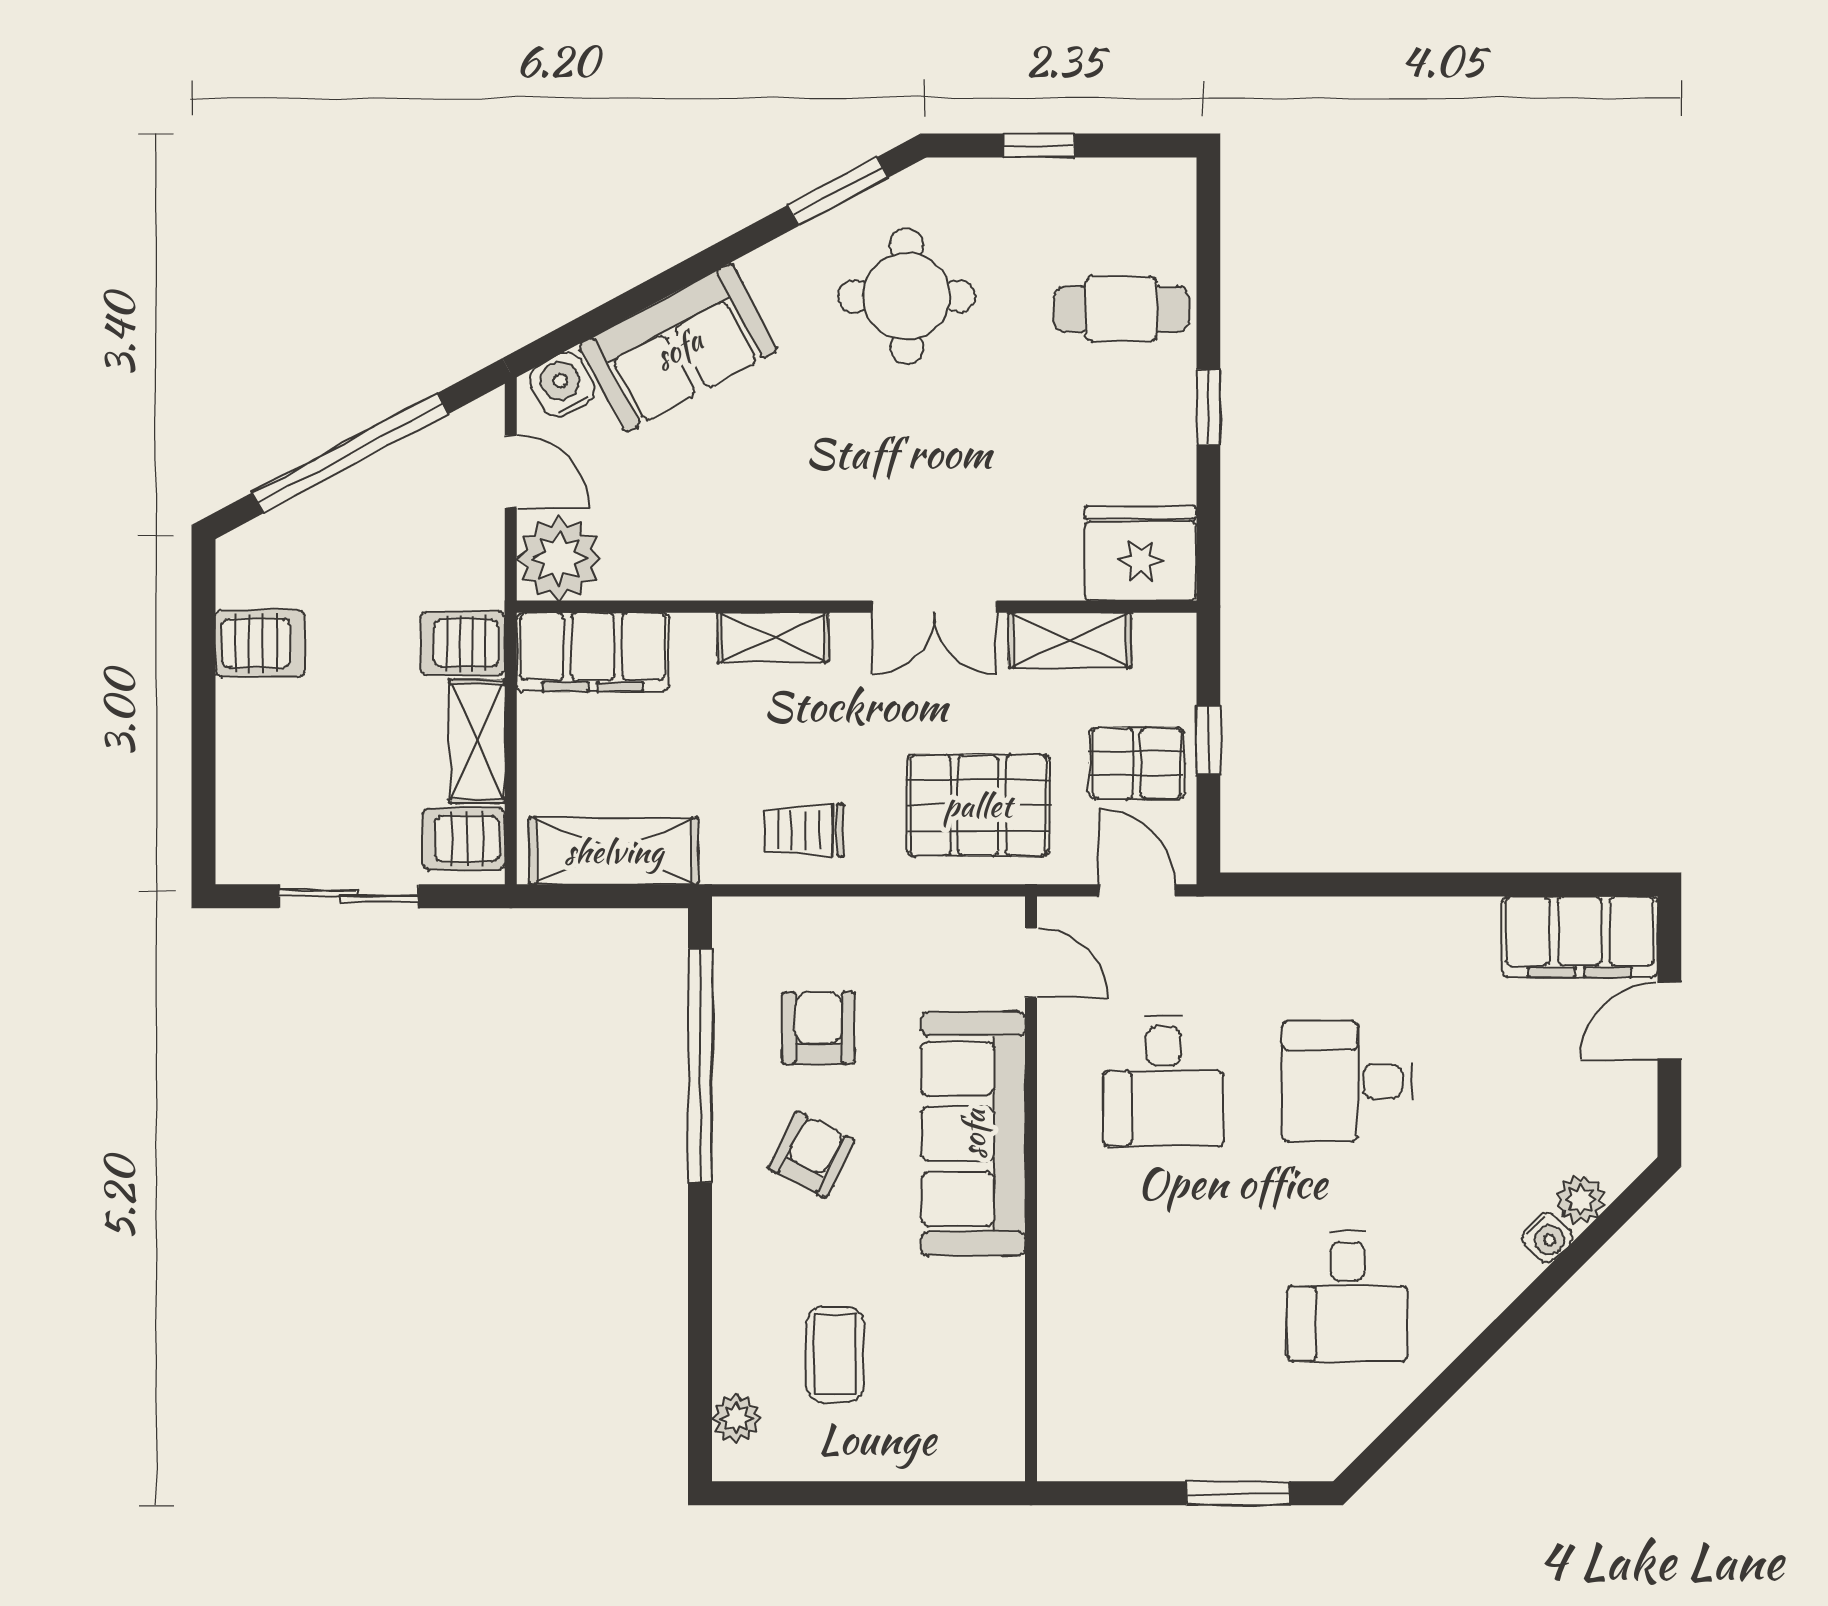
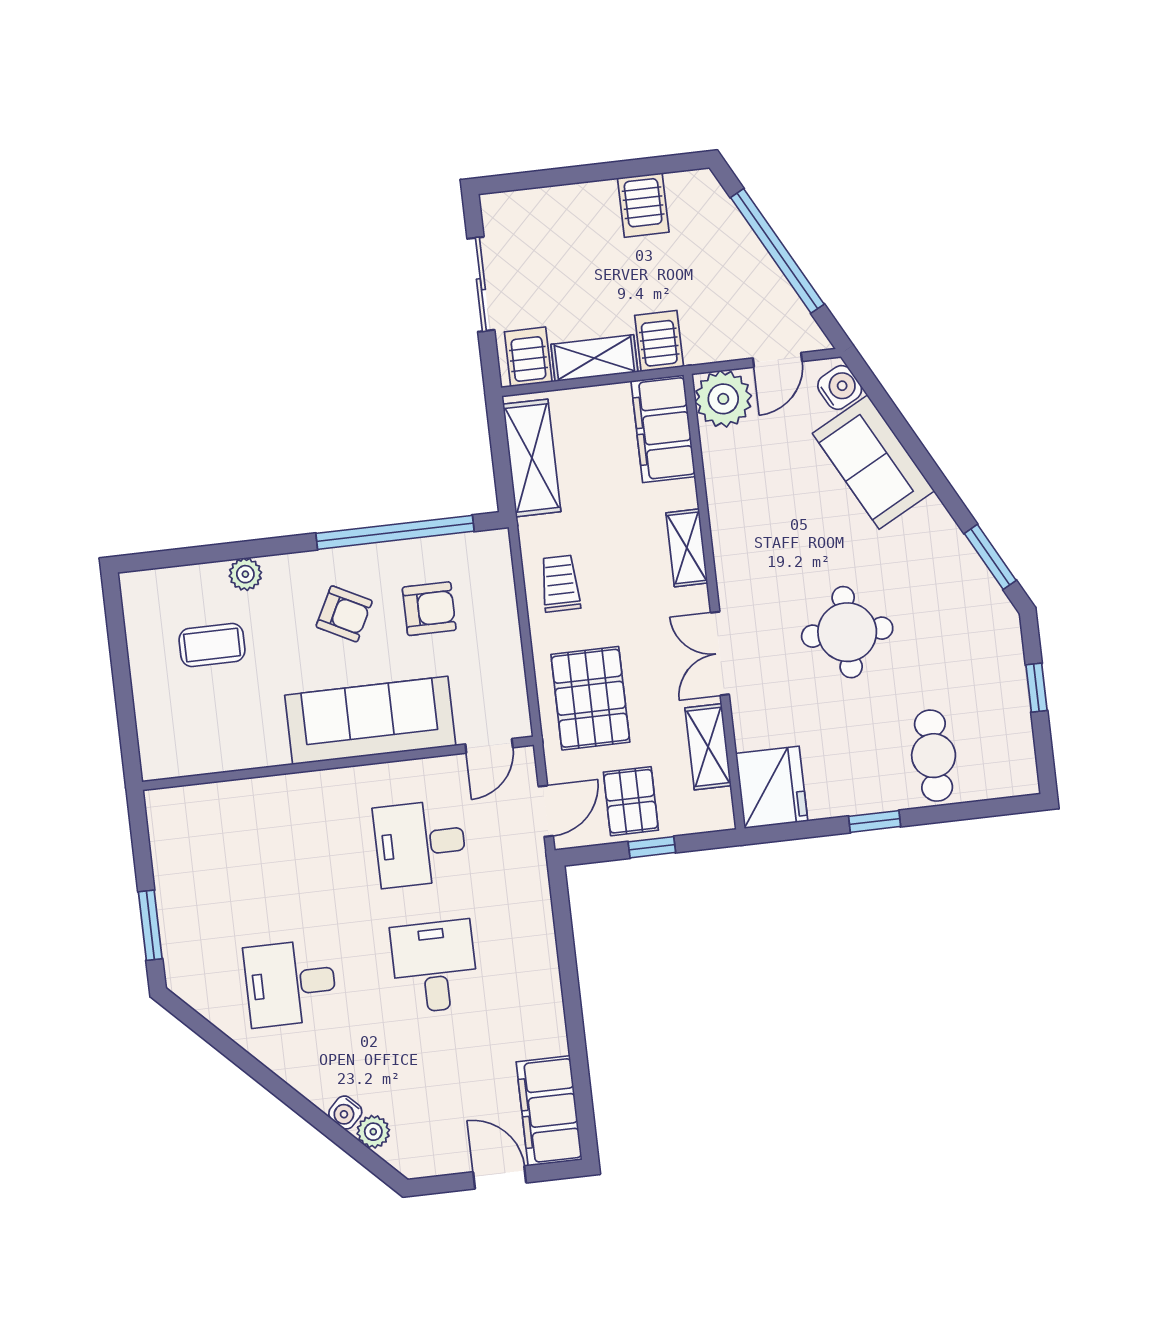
round table: (907, 296) -> (847, 632), moved
plant: (736, 1418) -> (245, 574), moved

